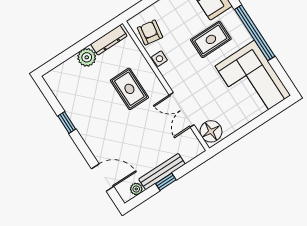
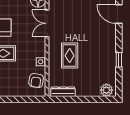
plant: (87, 57) -> (106, 90), moved
double door: (182, 110) -> (47, 23), swing flipped

